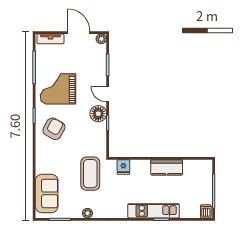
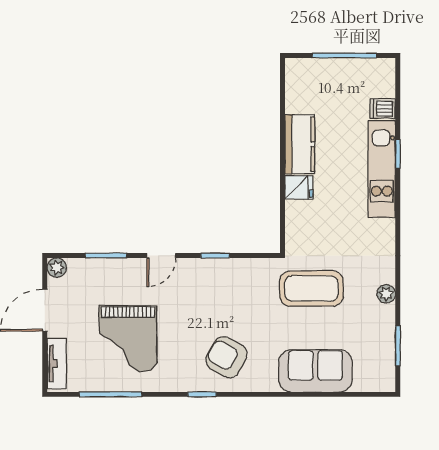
grand piano: (58, 89) -> (128, 339), moved
floor lamp: (98, 114) -> (198, 273), removed
fridge: (123, 167) -> (299, 187), moved
sofa: (47, 193) -> (315, 371), moved
dishwasher: (206, 211) -> (383, 109), moved

